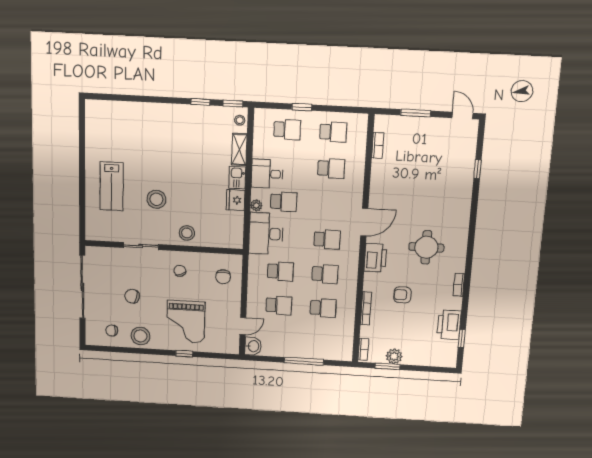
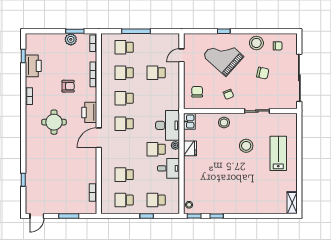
door: (463, 115) -> (37, 216), hinge flipped
shelving: (239, 149) -> (292, 203), moved
kitchen sink: (237, 178) -> (189, 121), moved
school desk: (280, 271) -> (124, 47), moved
grand piano: (186, 322) -> (223, 56), turned -48
washbasin: (253, 346) -> (173, 40), removed

